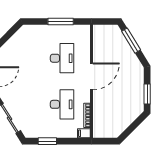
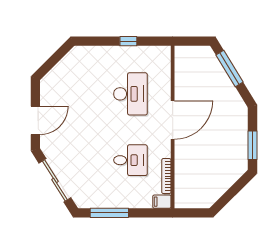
window: (61, 21) -> (128, 41), width x0.46
desk: (62, 104) -> (130, 160), width x0.73
window: (47, 141) -> (109, 213), width x1.44

